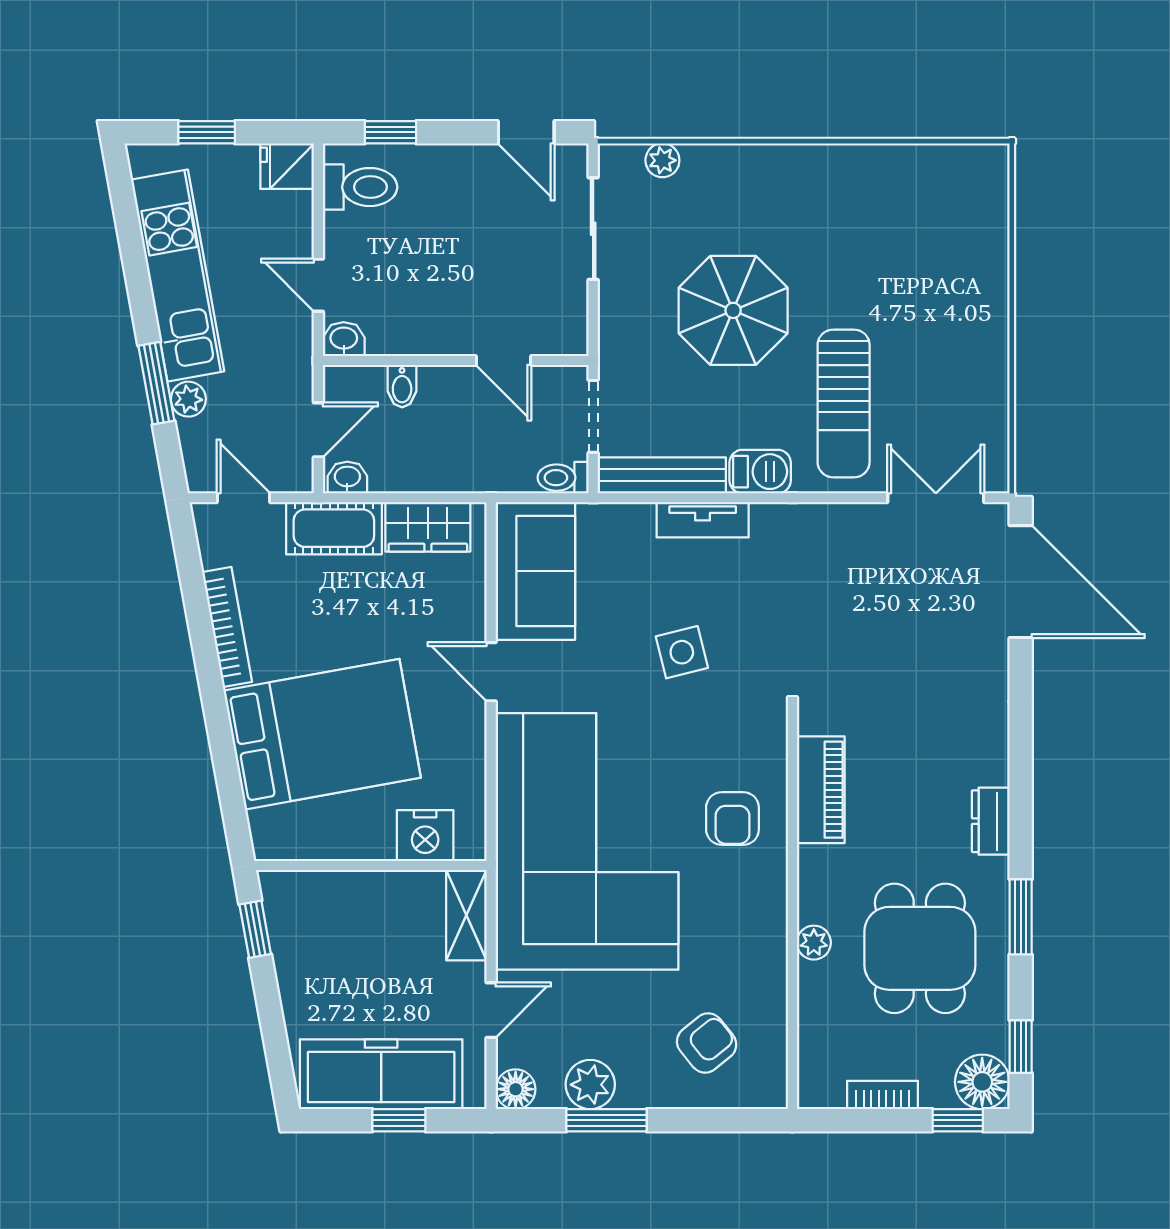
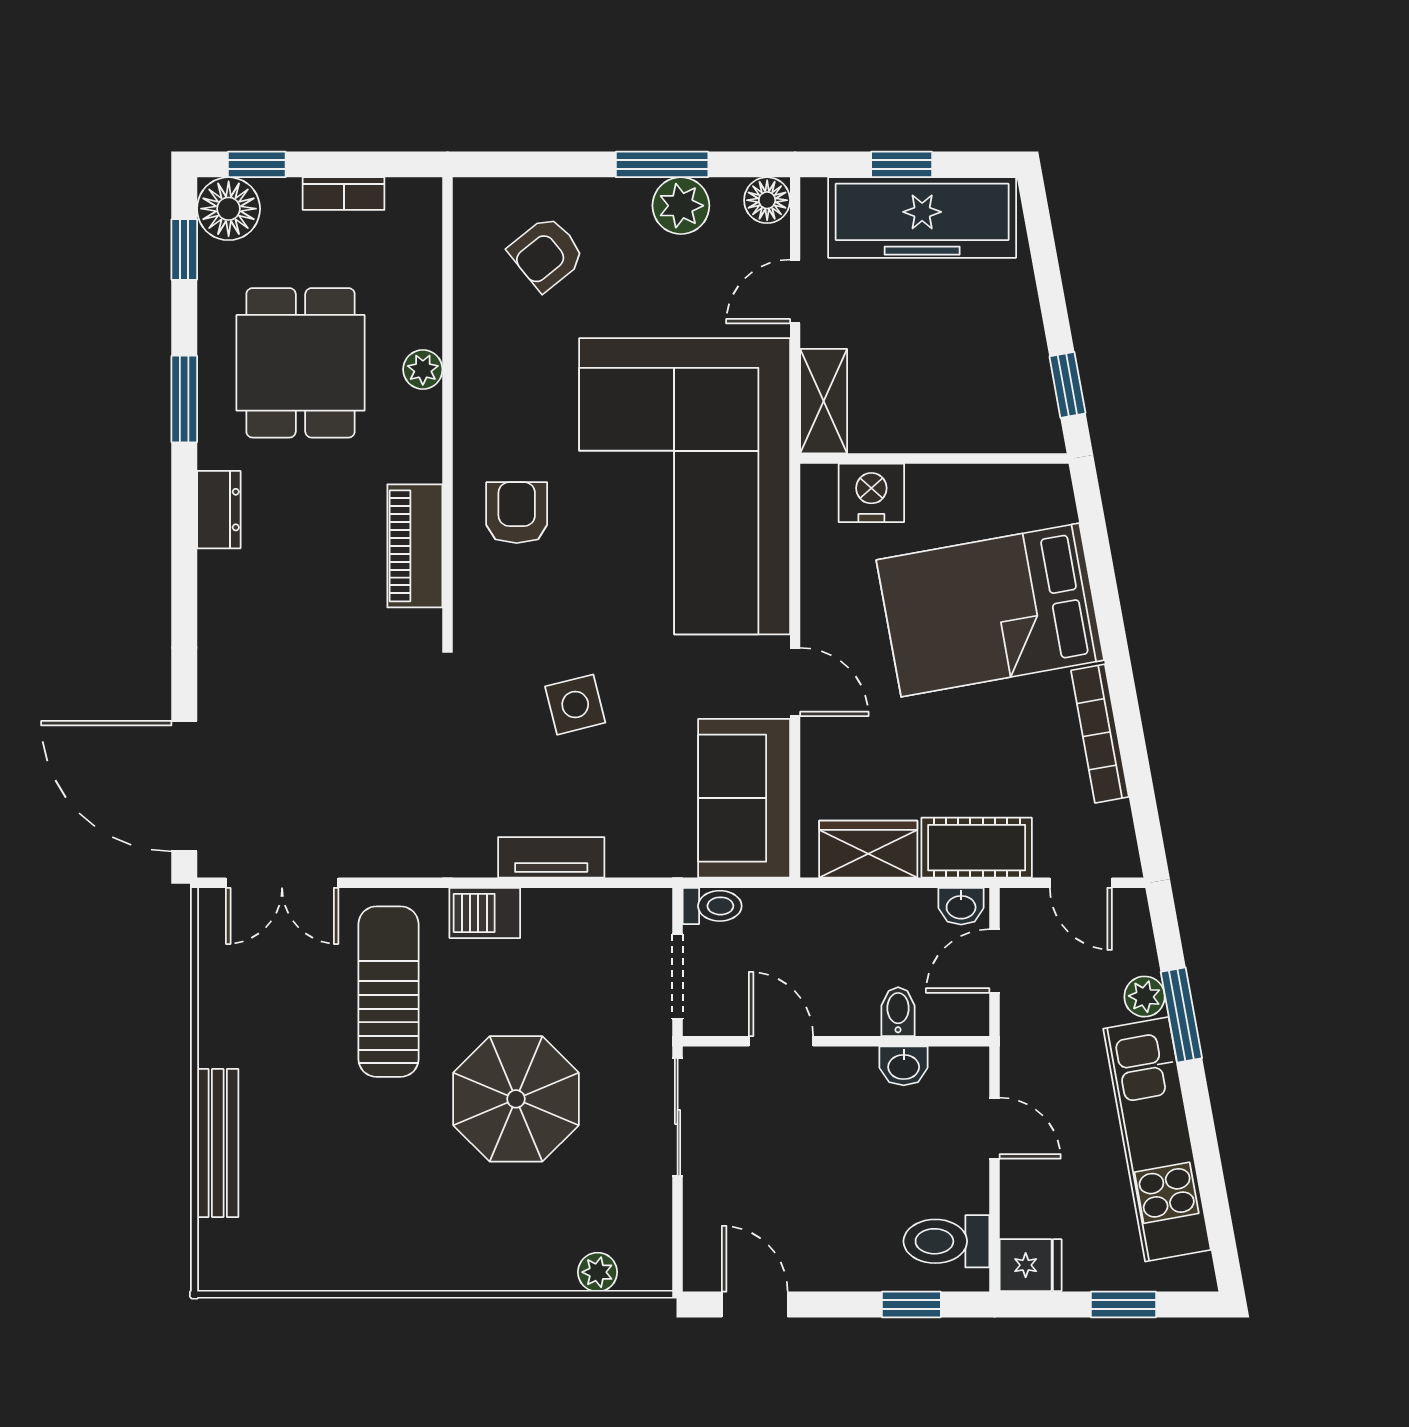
sliding door: (593, 229) -> (678, 1117), moved
washbasin: (344, 339) -> (904, 1066), moved
bench: (662, 475) -> (218, 1143), moved, turned 90

